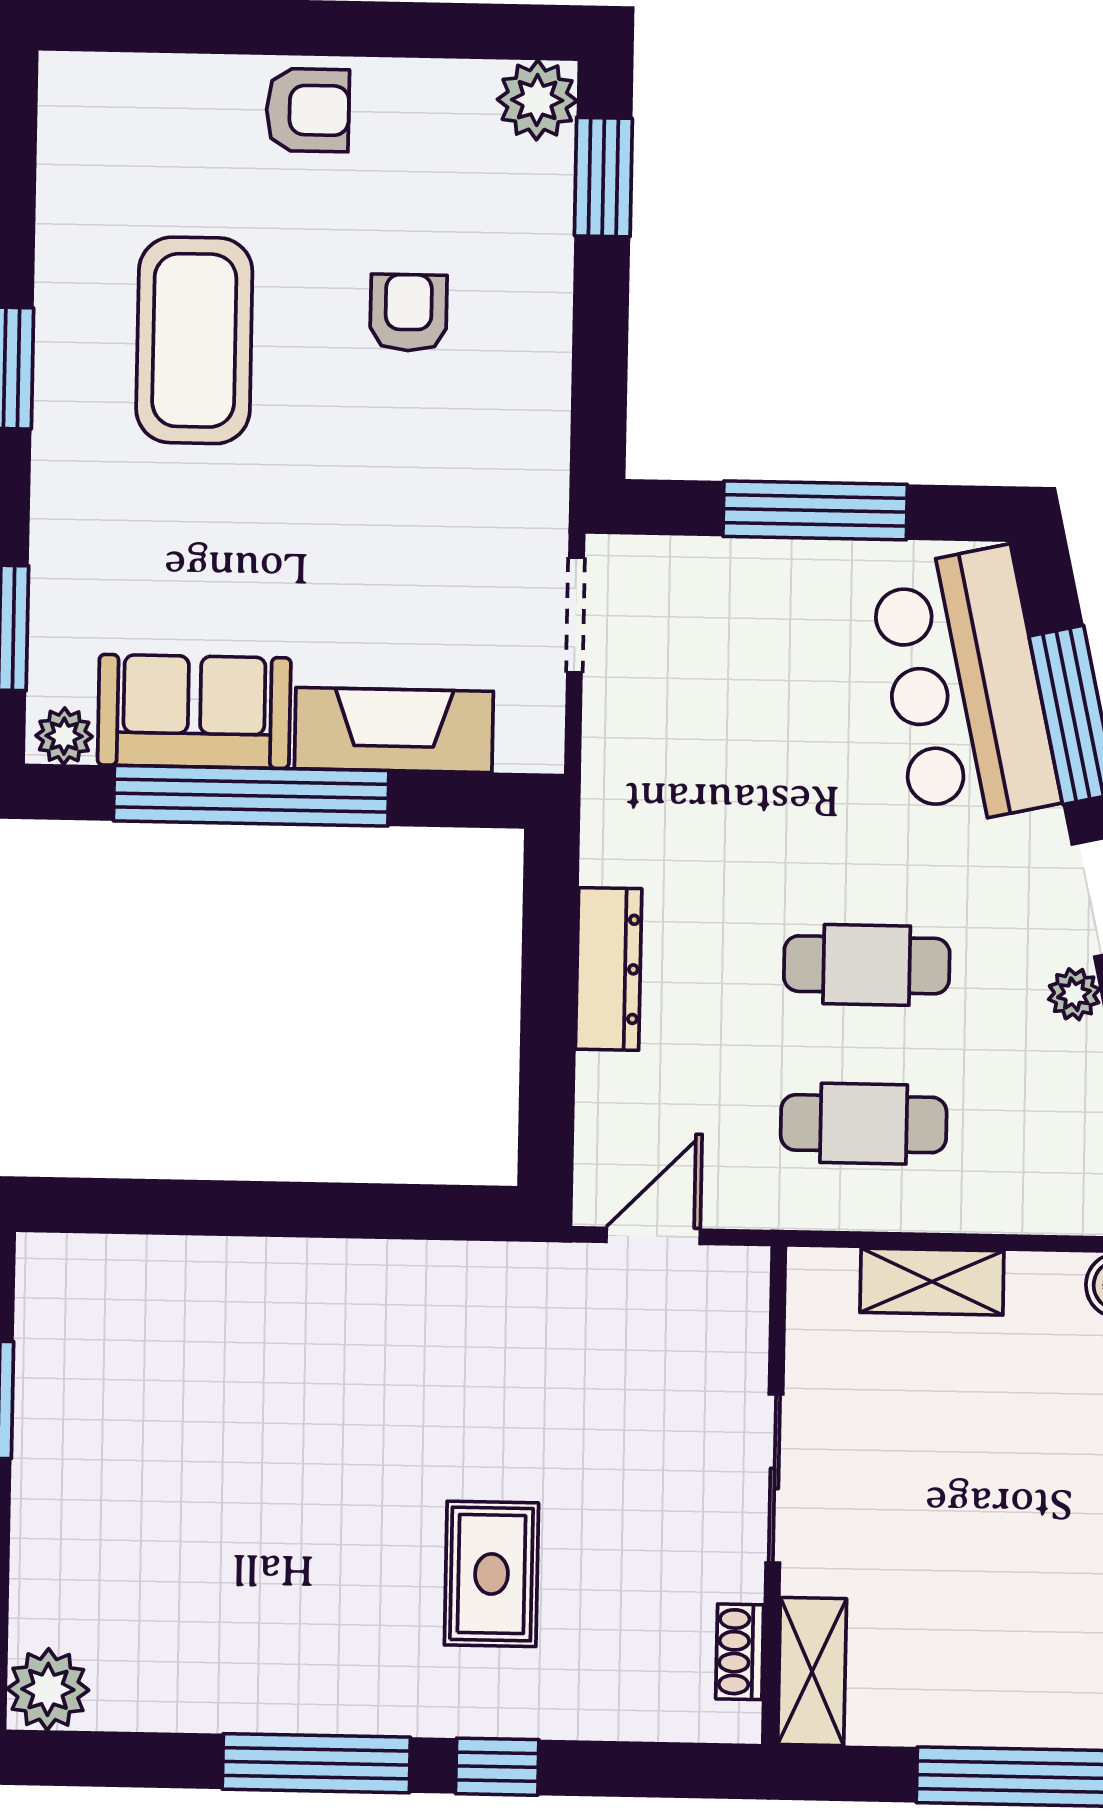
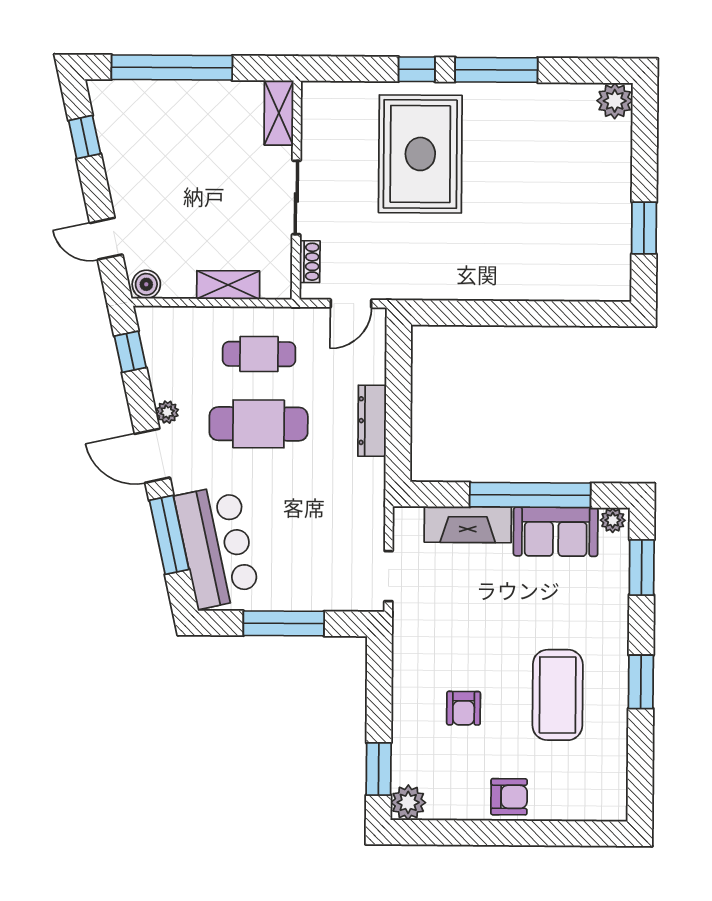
armchair: (308, 110) -> (509, 797), turned 180
cafe table: (867, 965) -> (259, 424), width x1.37, depth x1.35
rug: (491, 1574) -> (420, 154), width x1.86, depth x2.06
shoe rack: (740, 1652) -> (310, 262), moved

